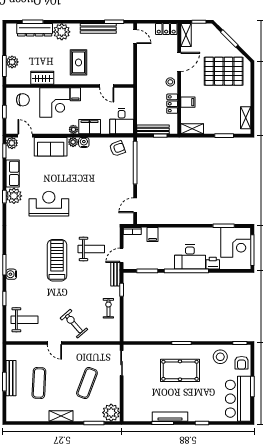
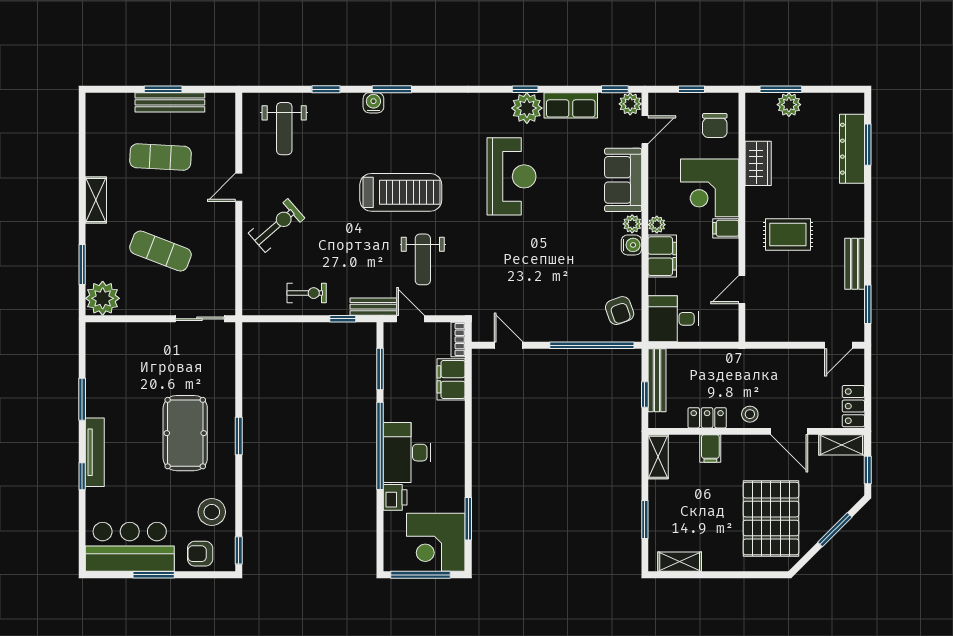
bench: (98, 28) -> (855, 264), width x0.73
plant: (62, 32) -> (848, 202), removed
filing cabinet: (153, 235) -> (451, 379), width x2.00
tv unit: (170, 417) -> (95, 452), moved

